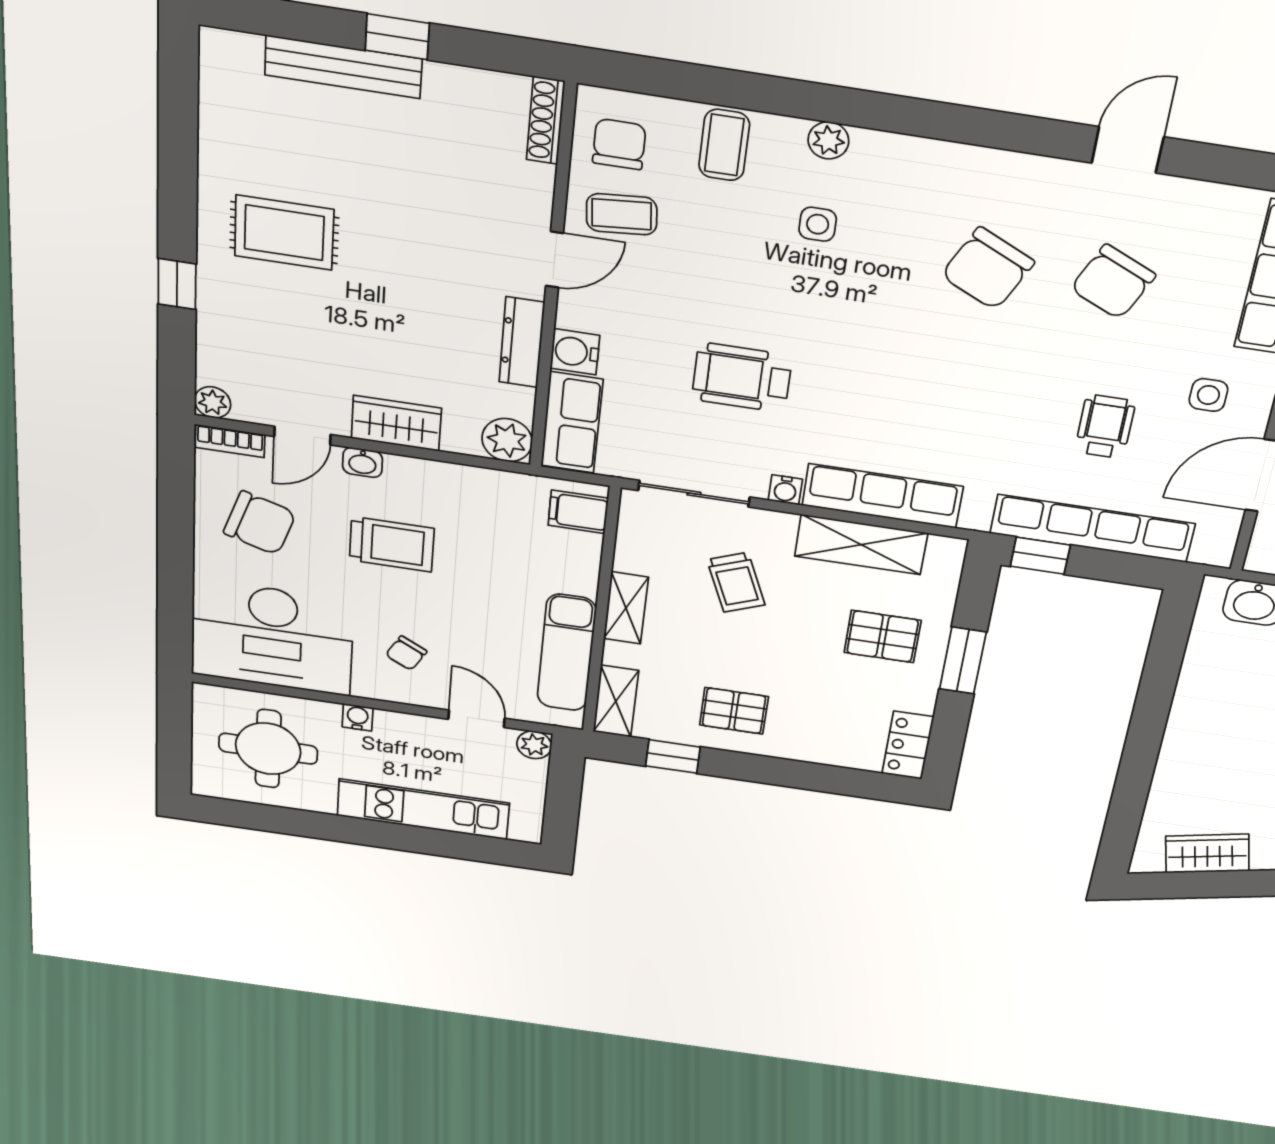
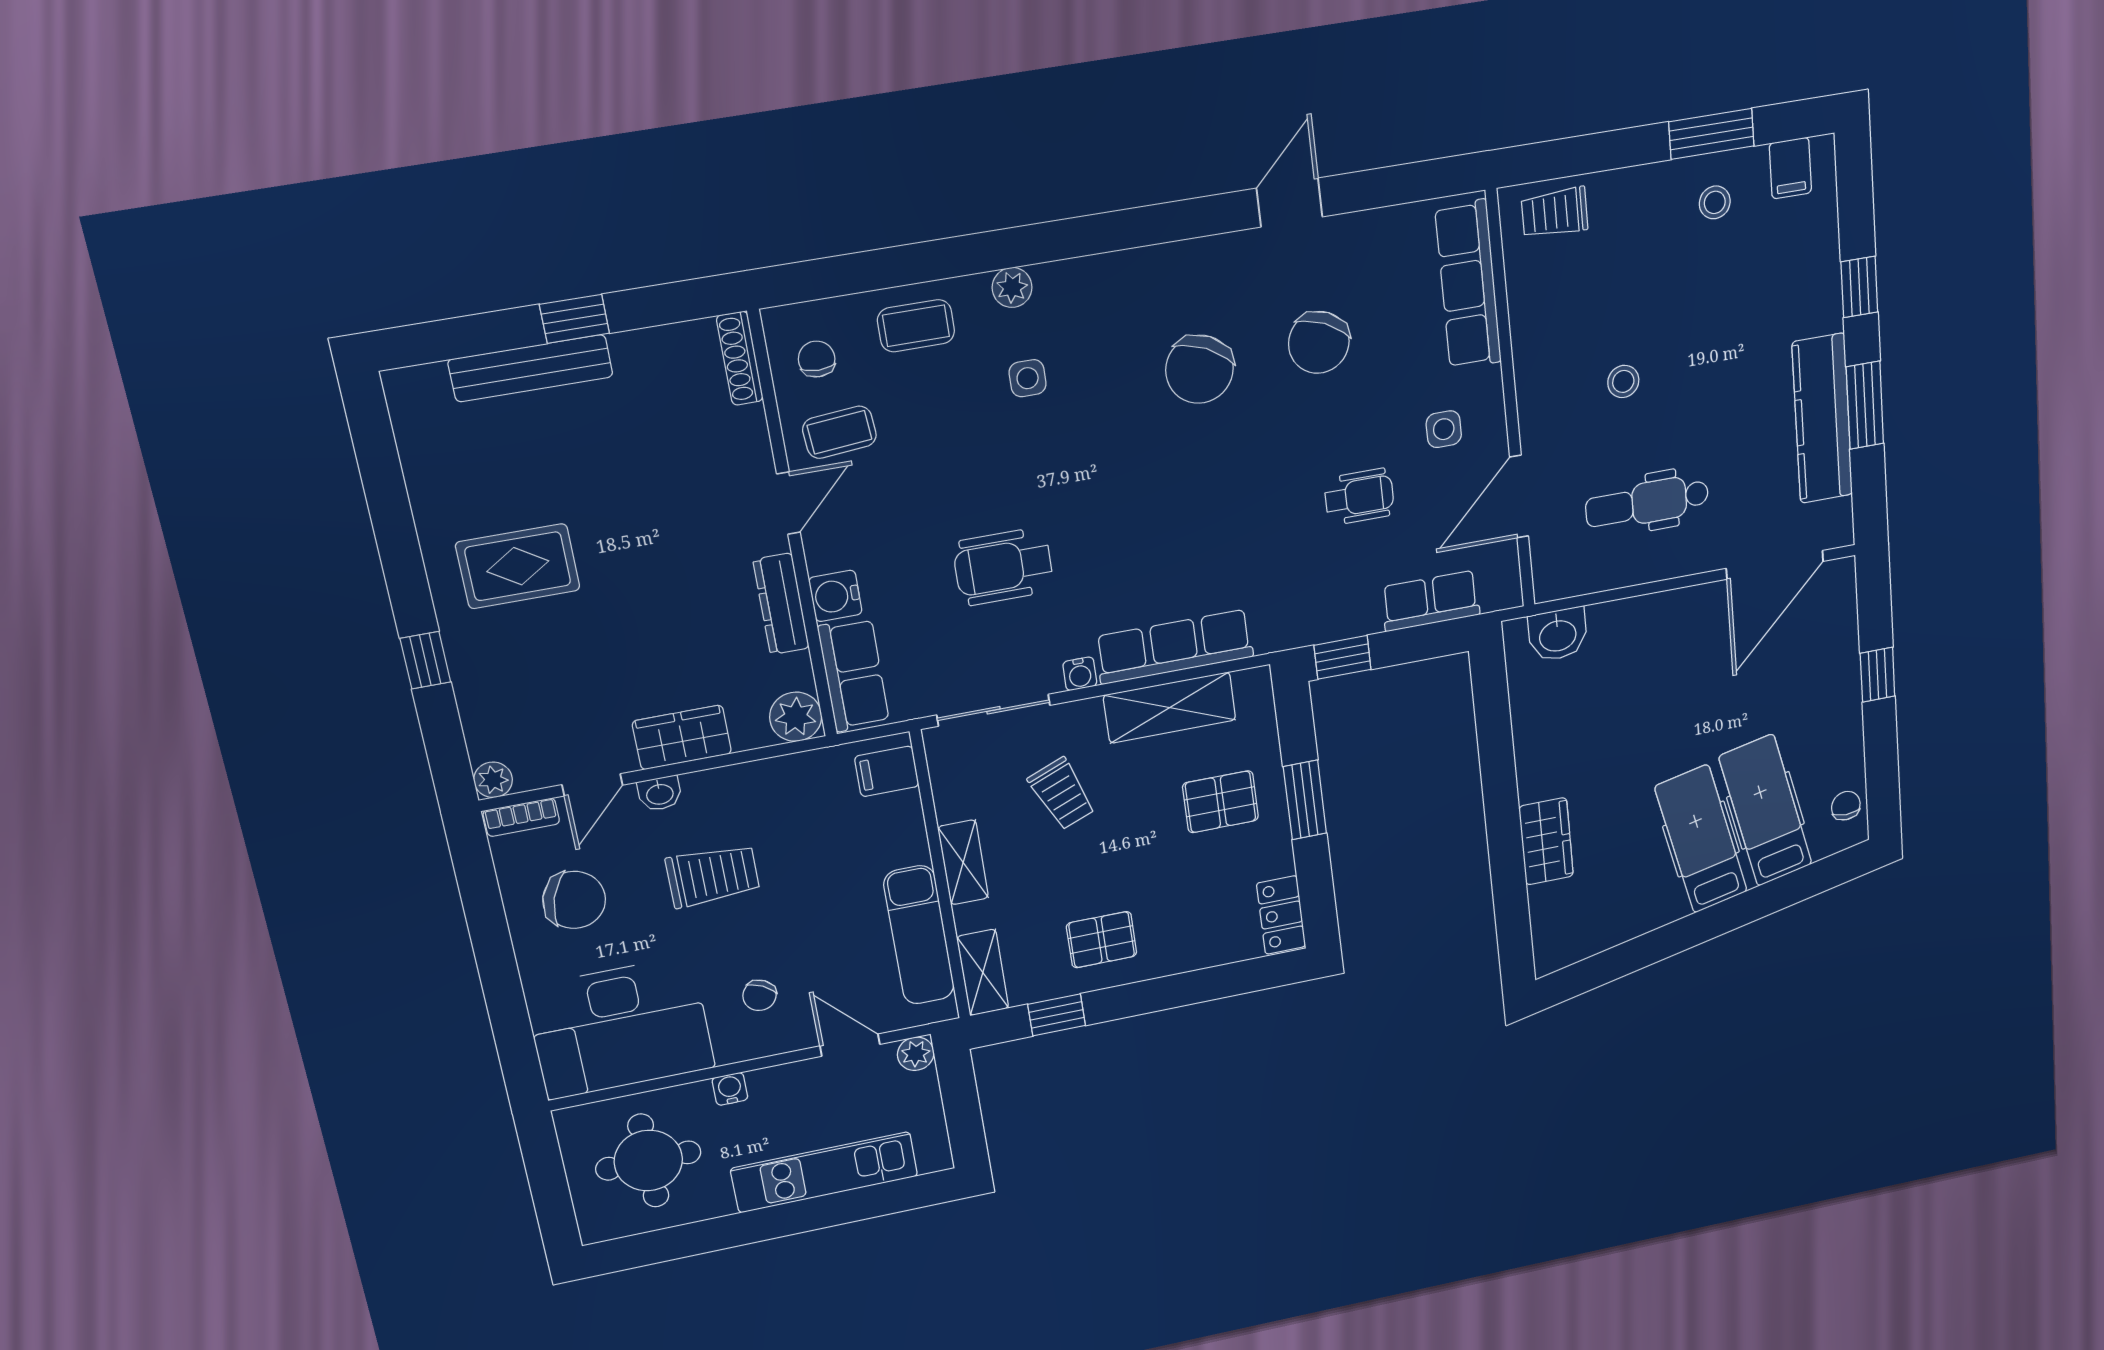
chair: (619, 144) -> (817, 359), width x0.73, depth x0.73
coffee table: (724, 145) -> (916, 326), turned 90
wheelchair: (1105, 427) -> (1359, 497), turned 90
row of seats: (1092, 528) -> (1431, 601), width x0.50
wardrobe: (1207, 854) -> (1546, 841), moved, turned 102

